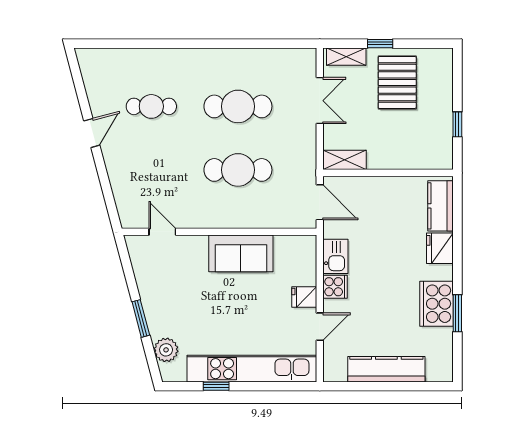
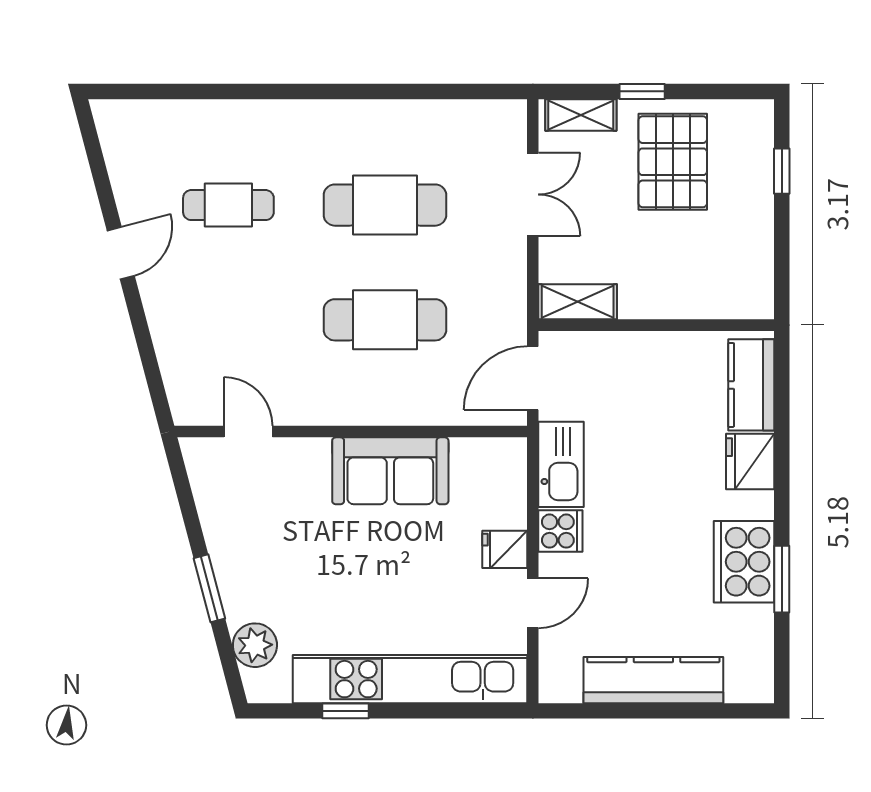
window: (457, 124) -> (782, 171), moved
door: (320, 202) -> (533, 378), swing flipped
kitchen sink: (335, 256) -> (561, 464), width x1.38

